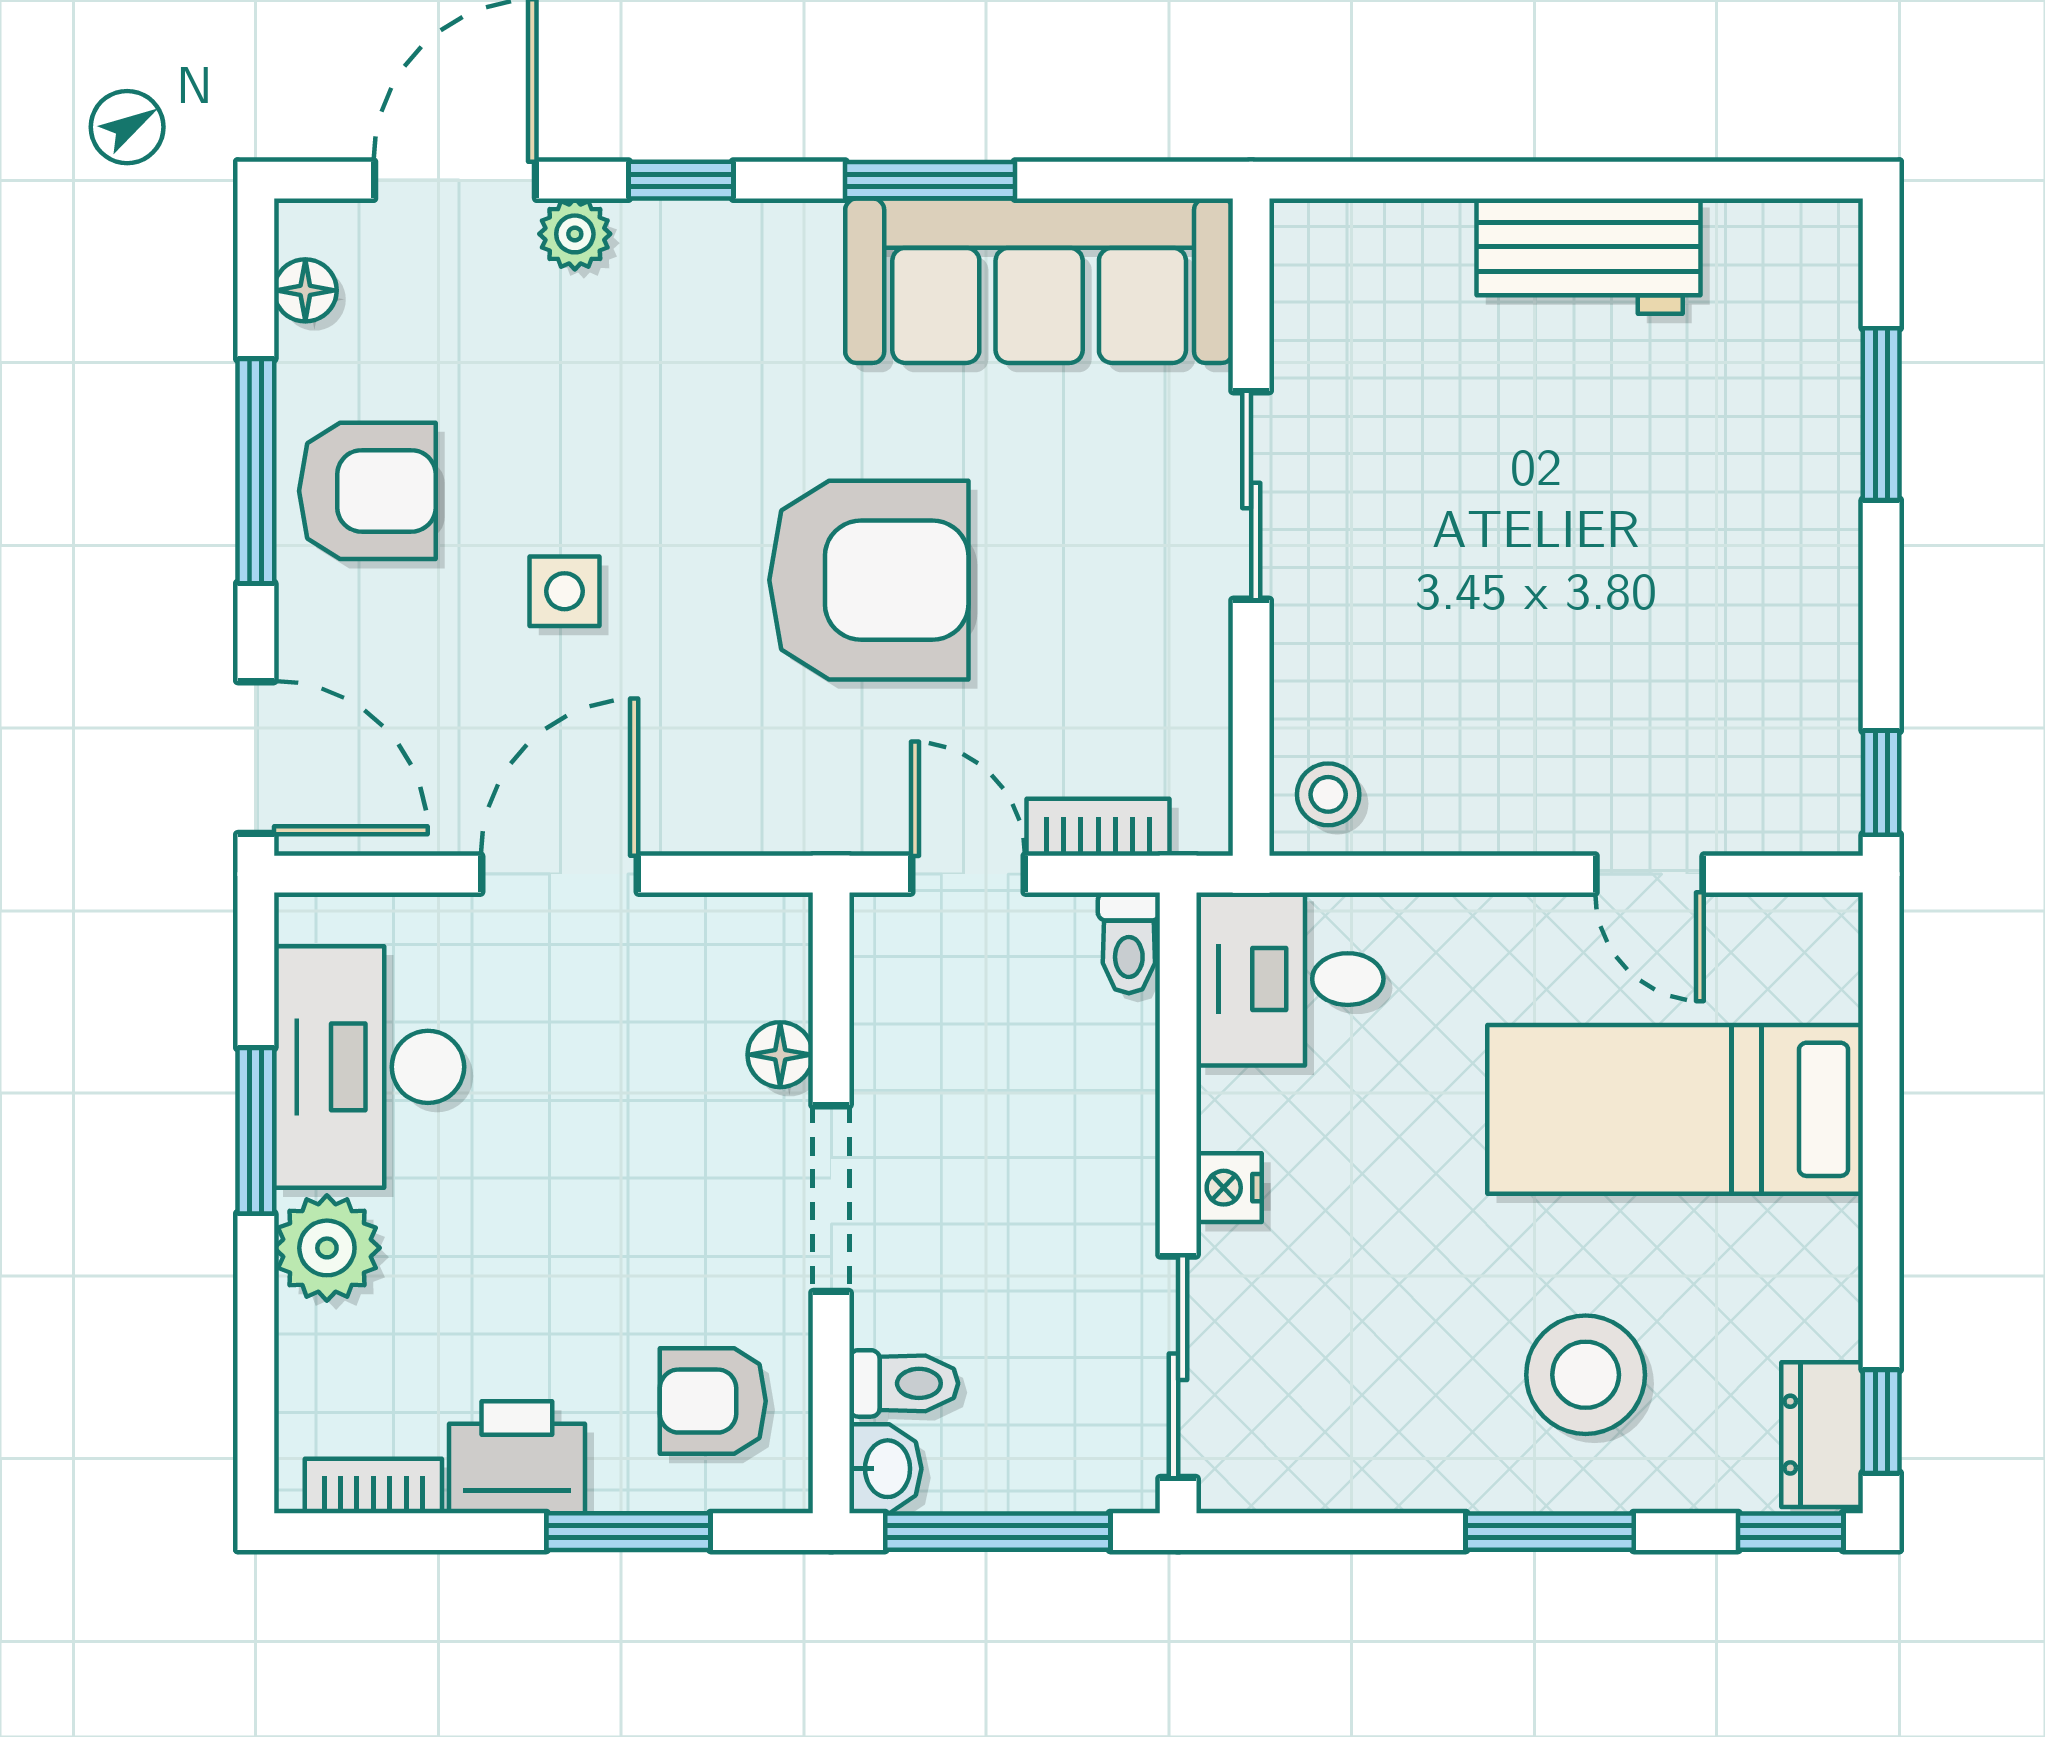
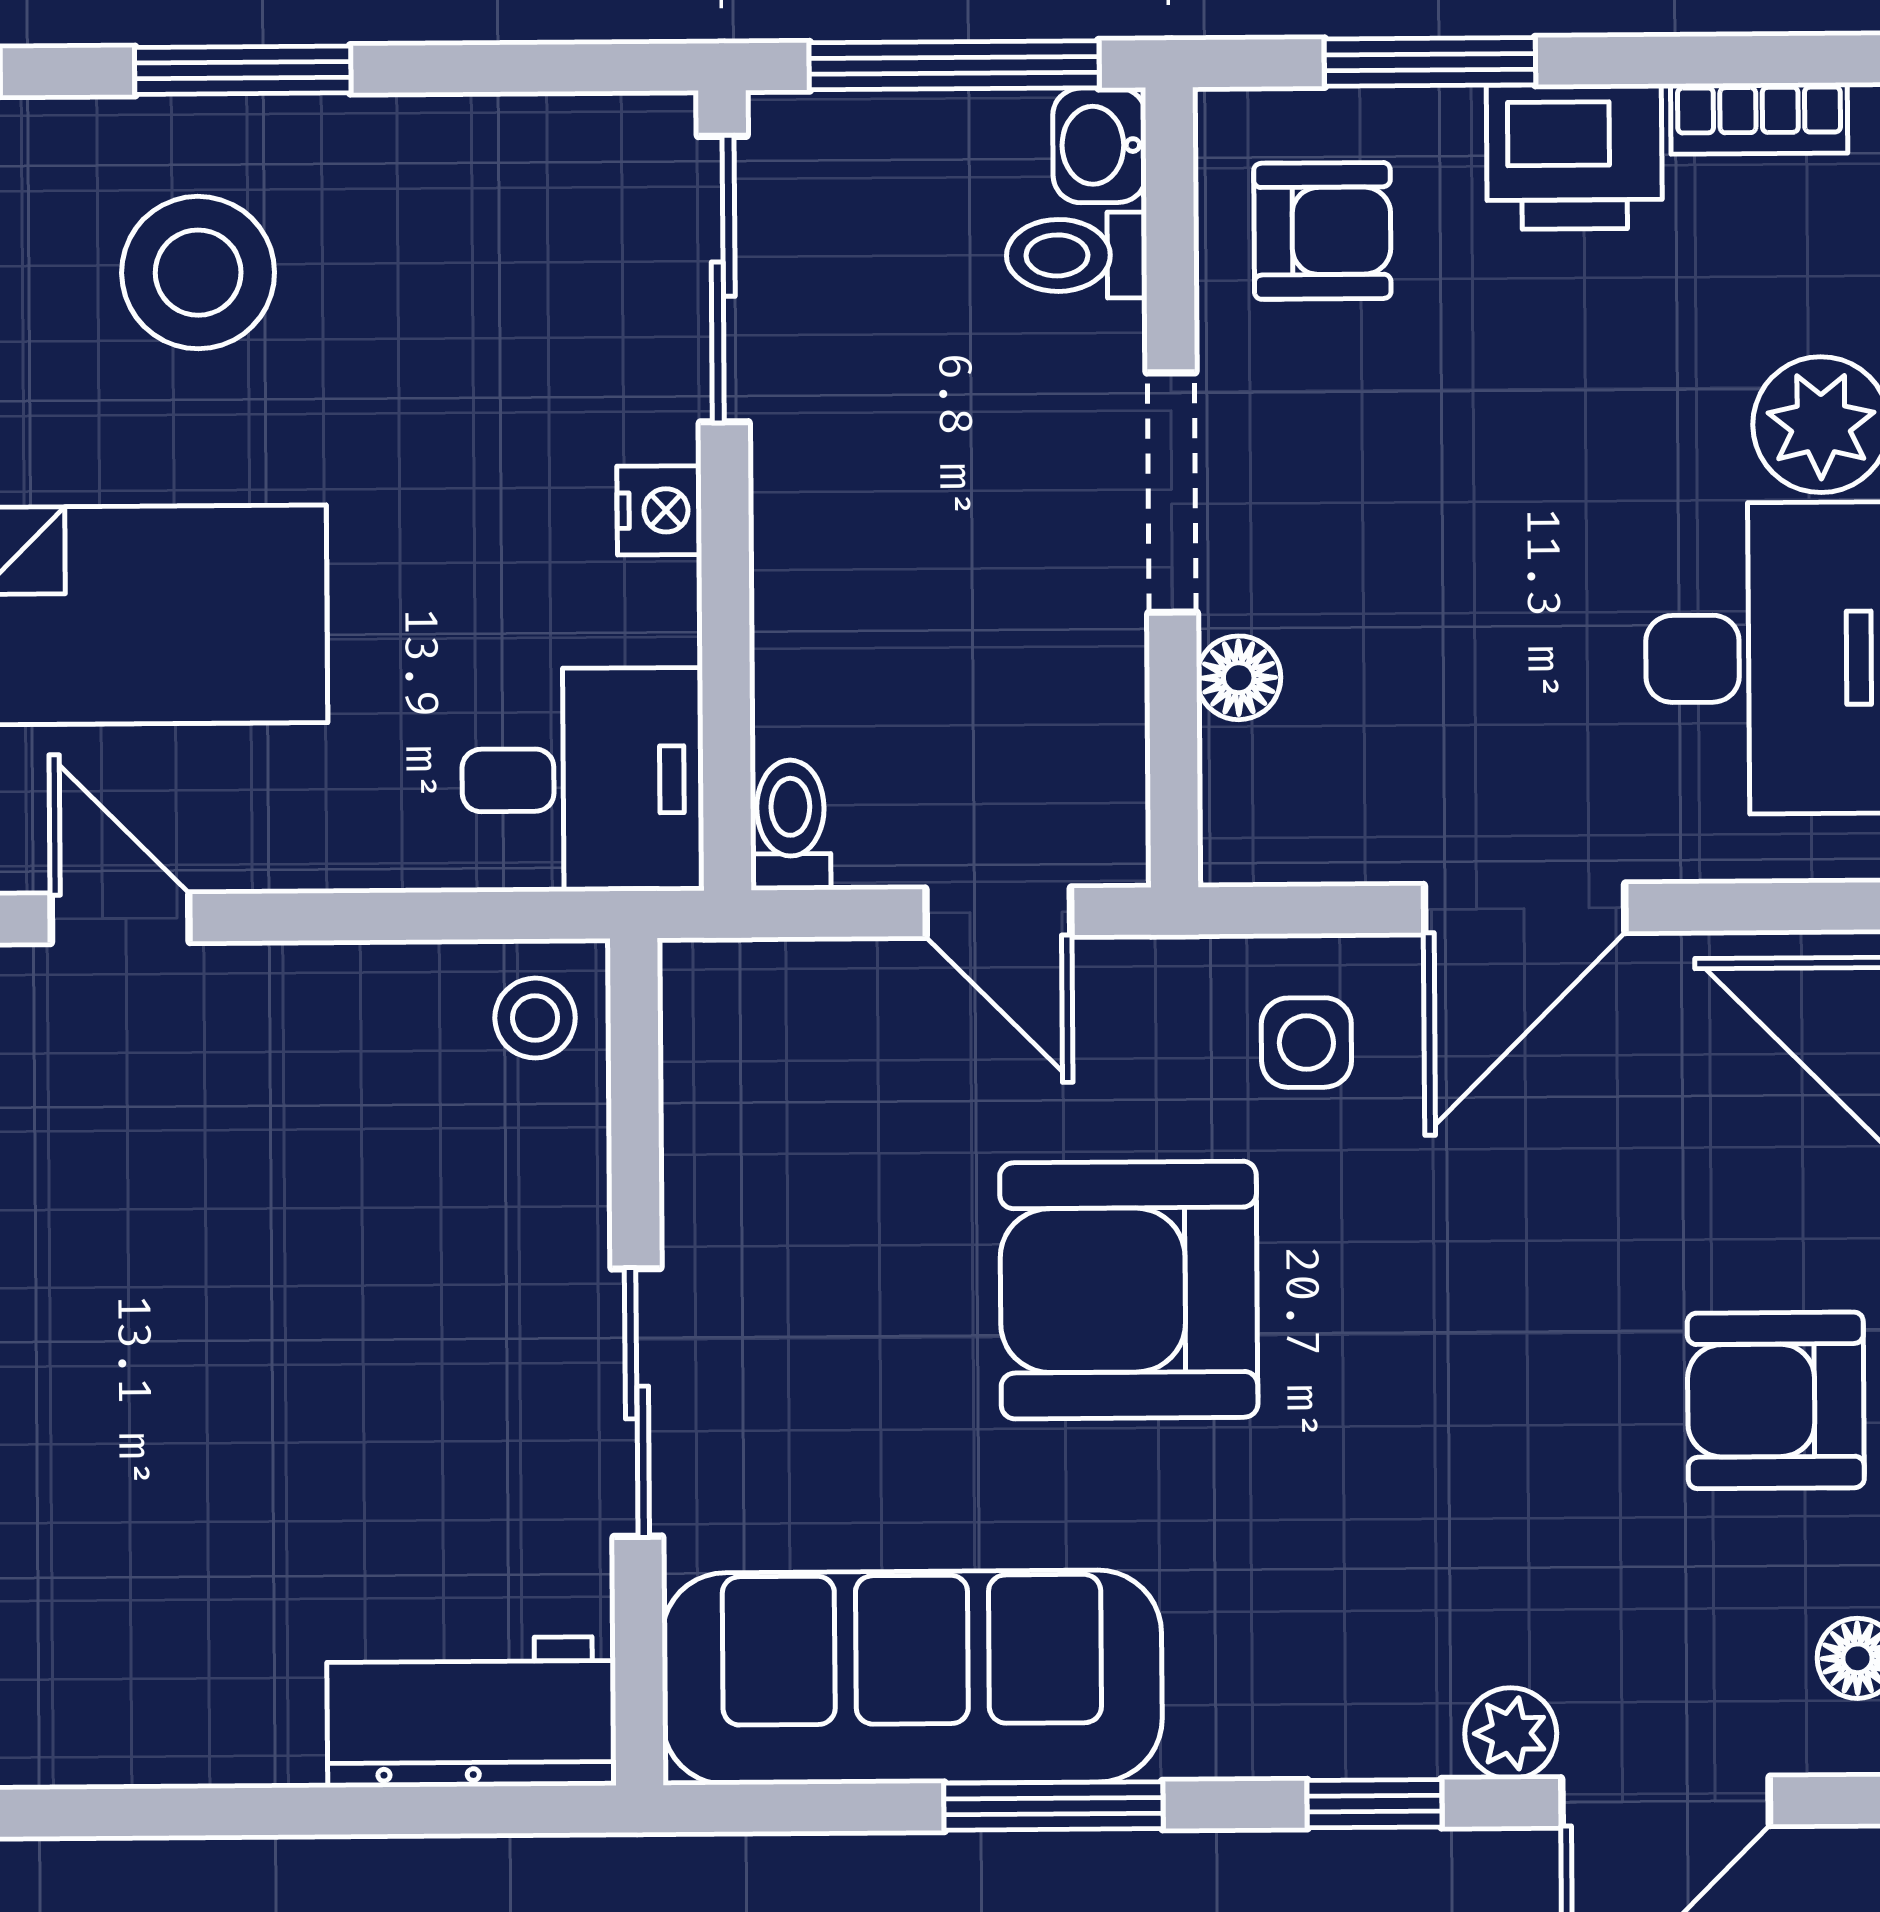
workbench: (1589, 256) -> (471, 1712), moved
side table: (564, 591) -> (1306, 1043), moved
bookcase: (1098, 827) -> (831, 974), removed

